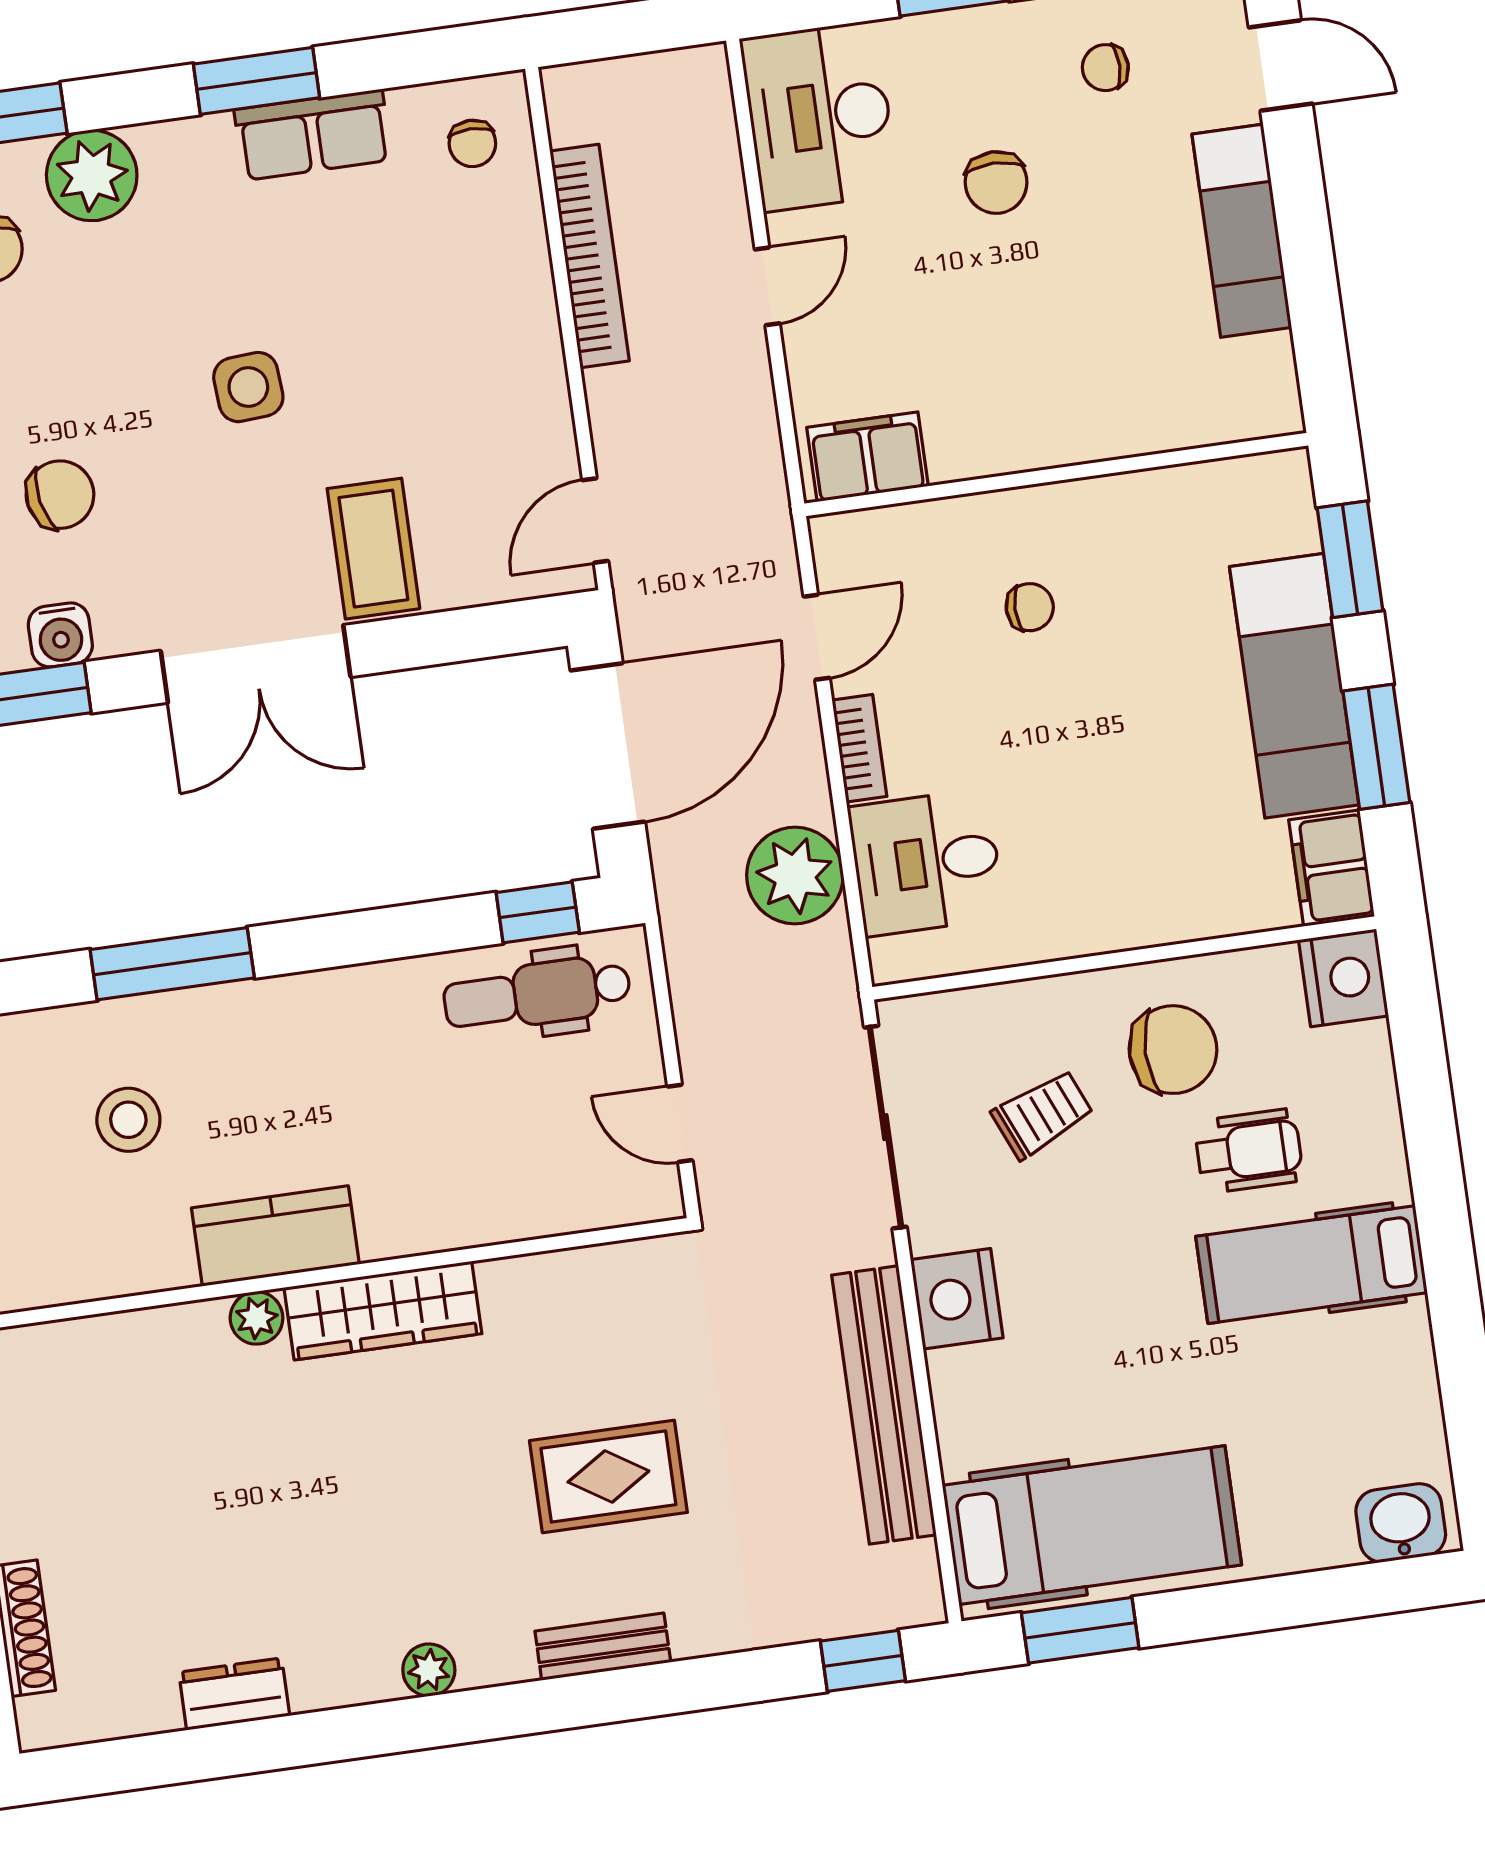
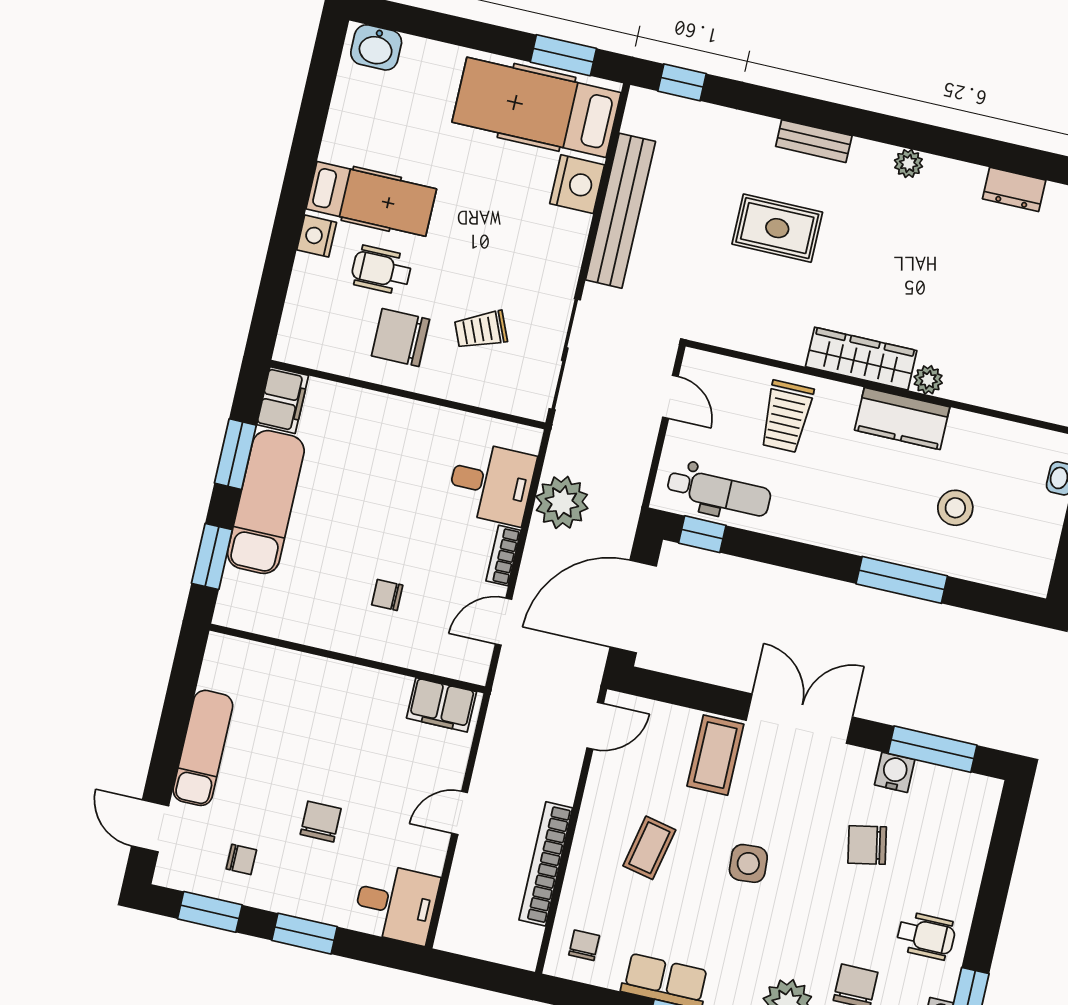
desk: (820, 116) -> (396, 904), width x0.73
coffee table: (425, 350) -> (649, 848), added
nightstand: (1343, 978) -> (317, 236), moved, width x0.74, depth x0.75
trolley: (472, 1165) -> (786, 416), added
nightstand: (957, 1299) -> (577, 184), moved

